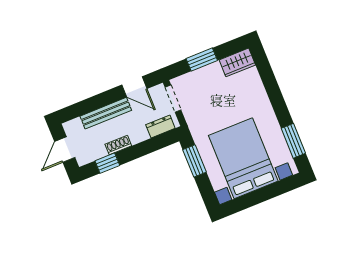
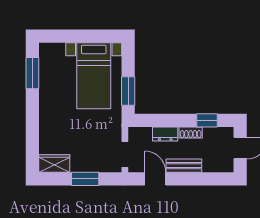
bench: (106, 113) -> (184, 166), width x0.73
dresser: (160, 126) -> (165, 134), moved
bed with nightstands: (243, 158) -> (94, 76), width x0.73

